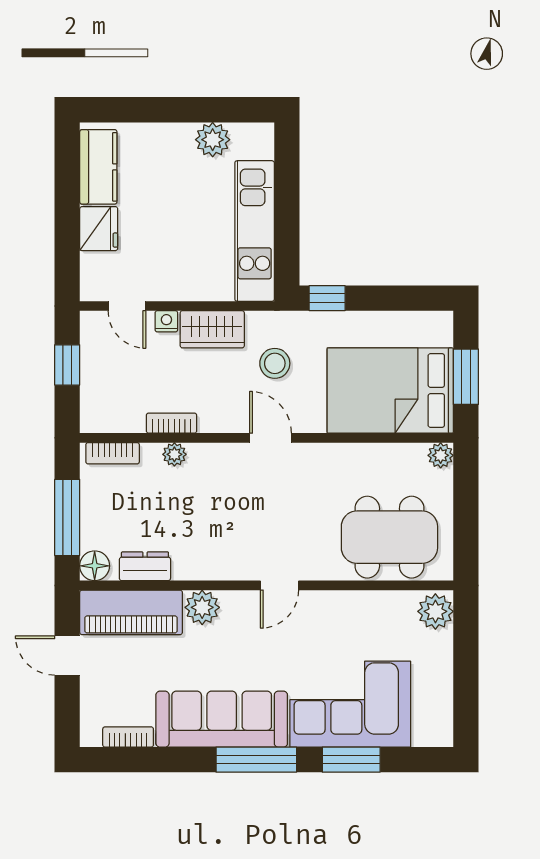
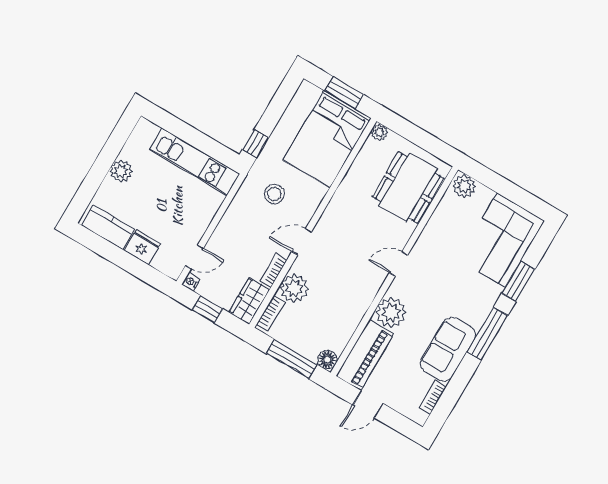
plant: (213, 140) -> (121, 171), moved
nightstand: (166, 321) -> (191, 282), moved
wardrobe: (212, 329) -> (249, 301), moved, turned 180
door: (270, 438) -> (302, 242), moved
plant: (174, 454) -> (294, 288), width x1.88, depth x1.88
dresser: (145, 566) -> (344, 332), removed
door: (279, 585) -> (399, 264), swing flipped
plant: (202, 607) -> (391, 312), width x1.36, depth x1.36
corner sofa: (350, 704) -> (501, 240), moved
sofa: (222, 719) -> (448, 349), width x0.73

